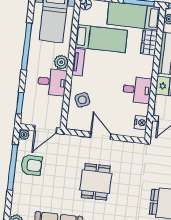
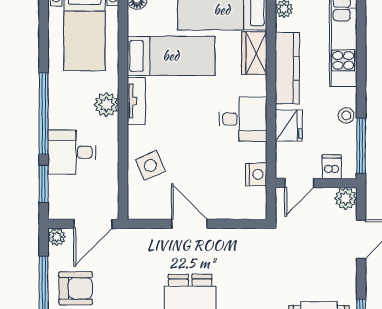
window: (27, 46) -> (44, 114), moved
desk: (52, 82) -> (72, 152), moved, turned 180
desk: (137, 90) -> (243, 119), moved
nightstand: (141, 123) -> (256, 174), moved

